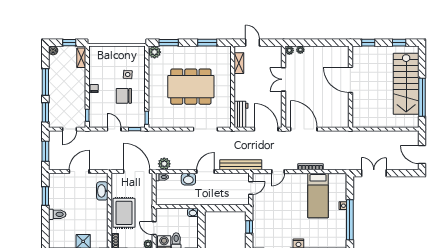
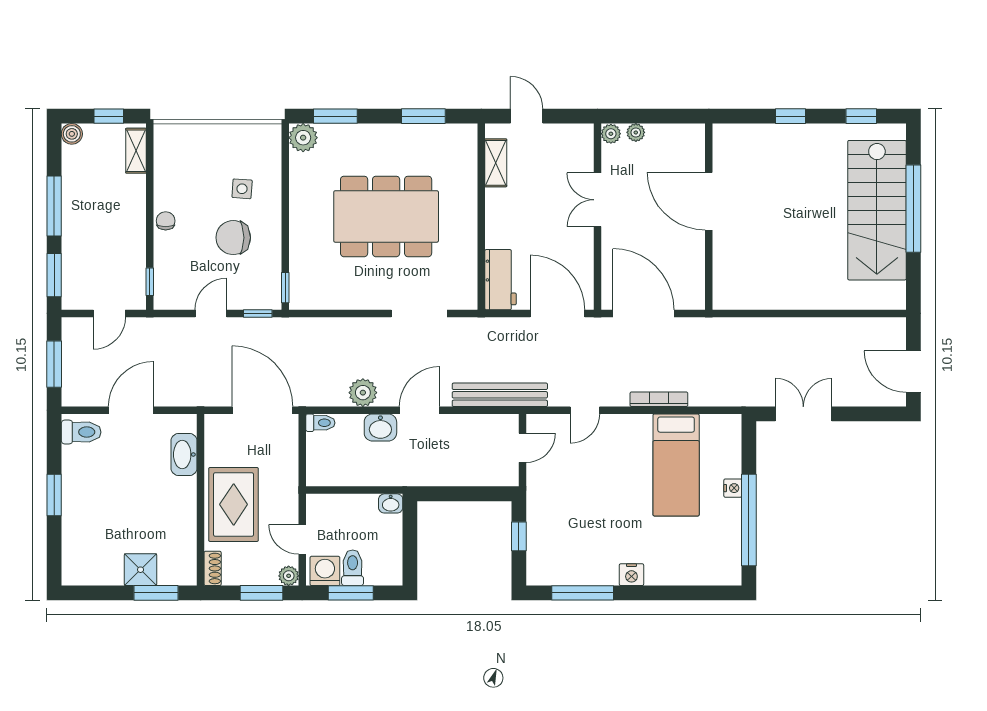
door: (350, 80) -> (709, 201), moved
wall: (350, 87) -> (709, 217), moved
window: (422, 97) -> (913, 209), moved
door: (114, 129) -> (211, 313), hinge flipped
plant: (164, 164) -> (363, 393), moved
window: (45, 196) -> (54, 495), moved
toilet: (57, 214) -> (81, 432), moved

